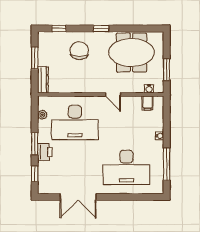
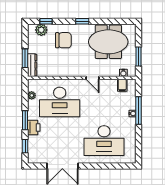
plant: (53, 39) -> (41, 30), added
chair: (79, 51) -> (63, 40), turned 90
window: (35, 58) -> (25, 58), moved
window: (167, 164) -> (139, 110), moved

